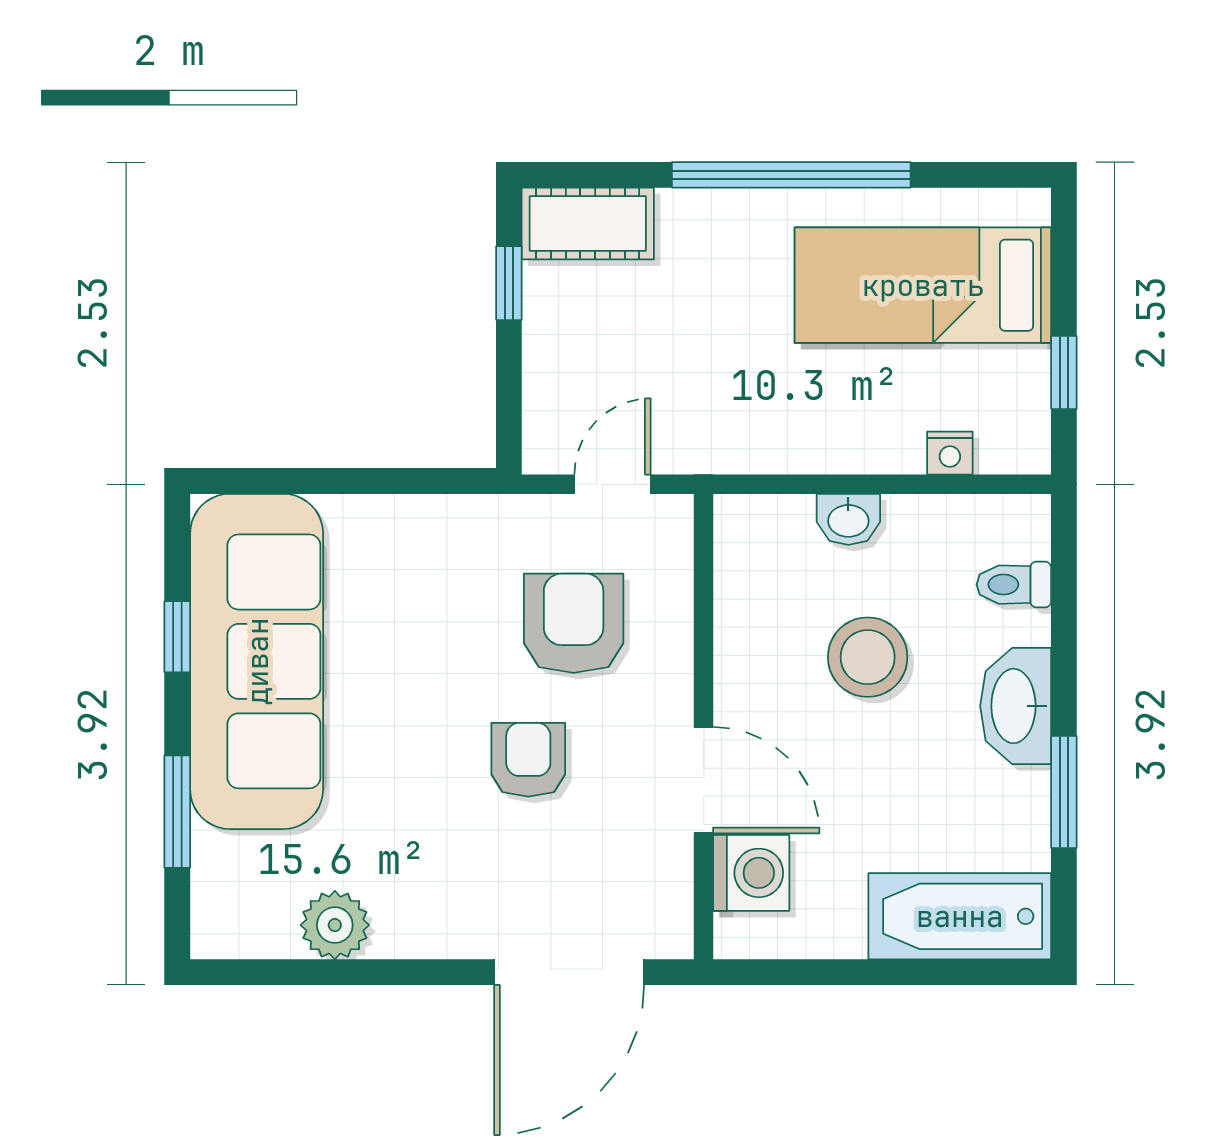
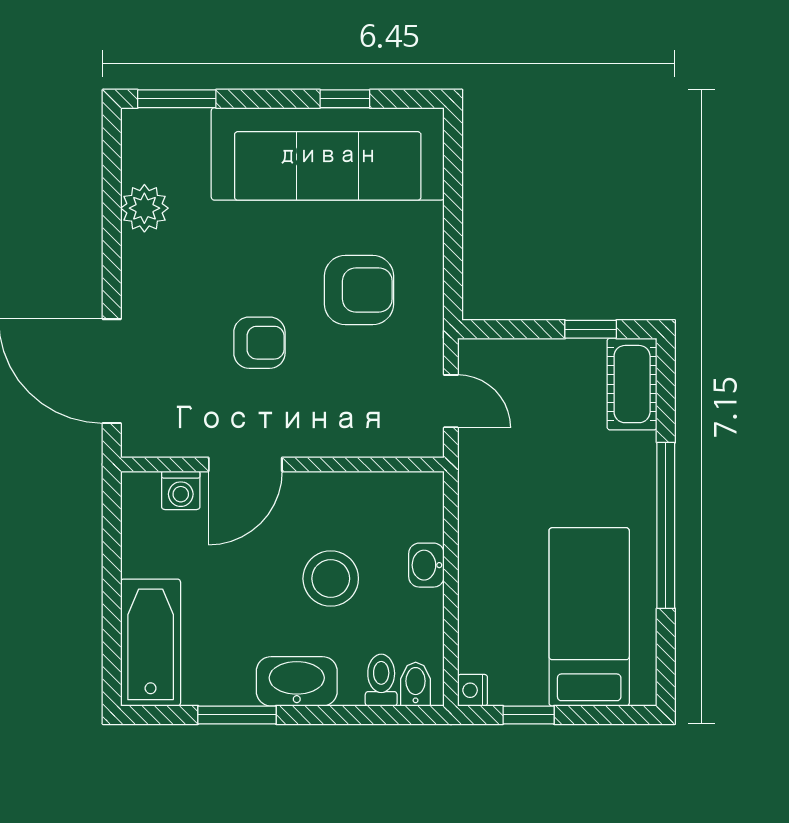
nightstand: (950, 453) -> (472, 690), moved
bidet: (1020, 535) -> (416, 684), added
armchair: (574, 623) -> (359, 290), moved
window: (177, 812) -> (177, 99), moved
washing machine: (751, 873) -> (181, 490), width x0.73, depth x0.73

